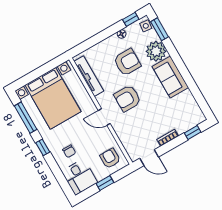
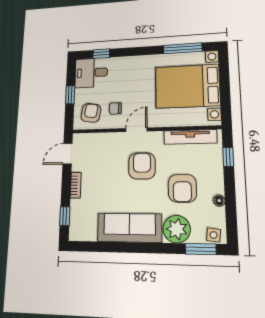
window: (131, 19) -> (228, 157), moved
sofa: (170, 77) -> (129, 228), width x1.36
window: (43, 147) -> (101, 54), moved
chair: (69, 151) -> (115, 108), moved
armchair: (110, 158) -> (91, 113), turned -81

